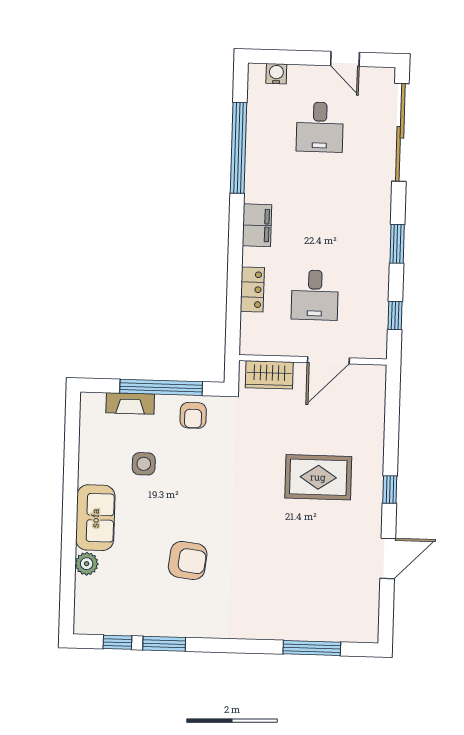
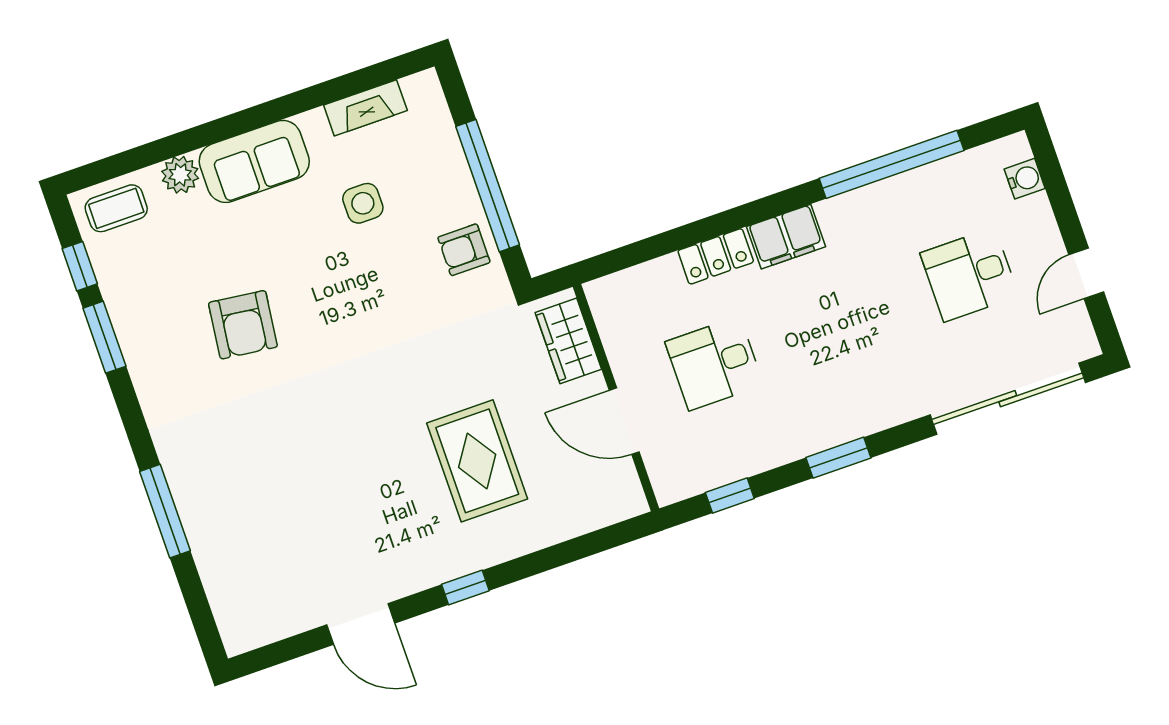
locker: (252, 290) -> (716, 256), moved
fireplace: (130, 403) -> (365, 108), moved, turned -90
rug: (318, 477) -> (477, 461), moved
coffee table: (92, 608) -> (116, 208), added
window: (312, 648) -> (165, 511), moved

